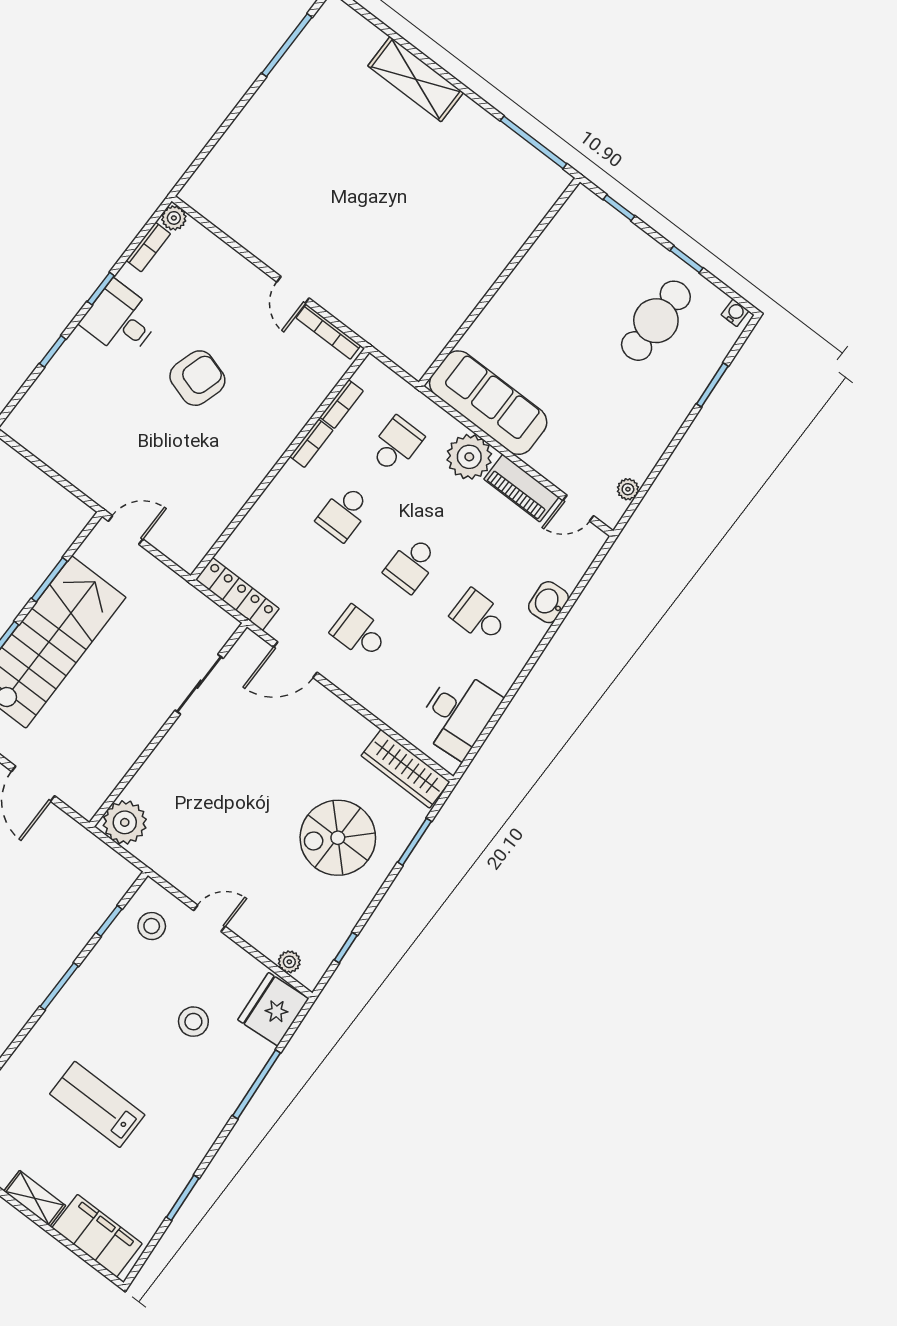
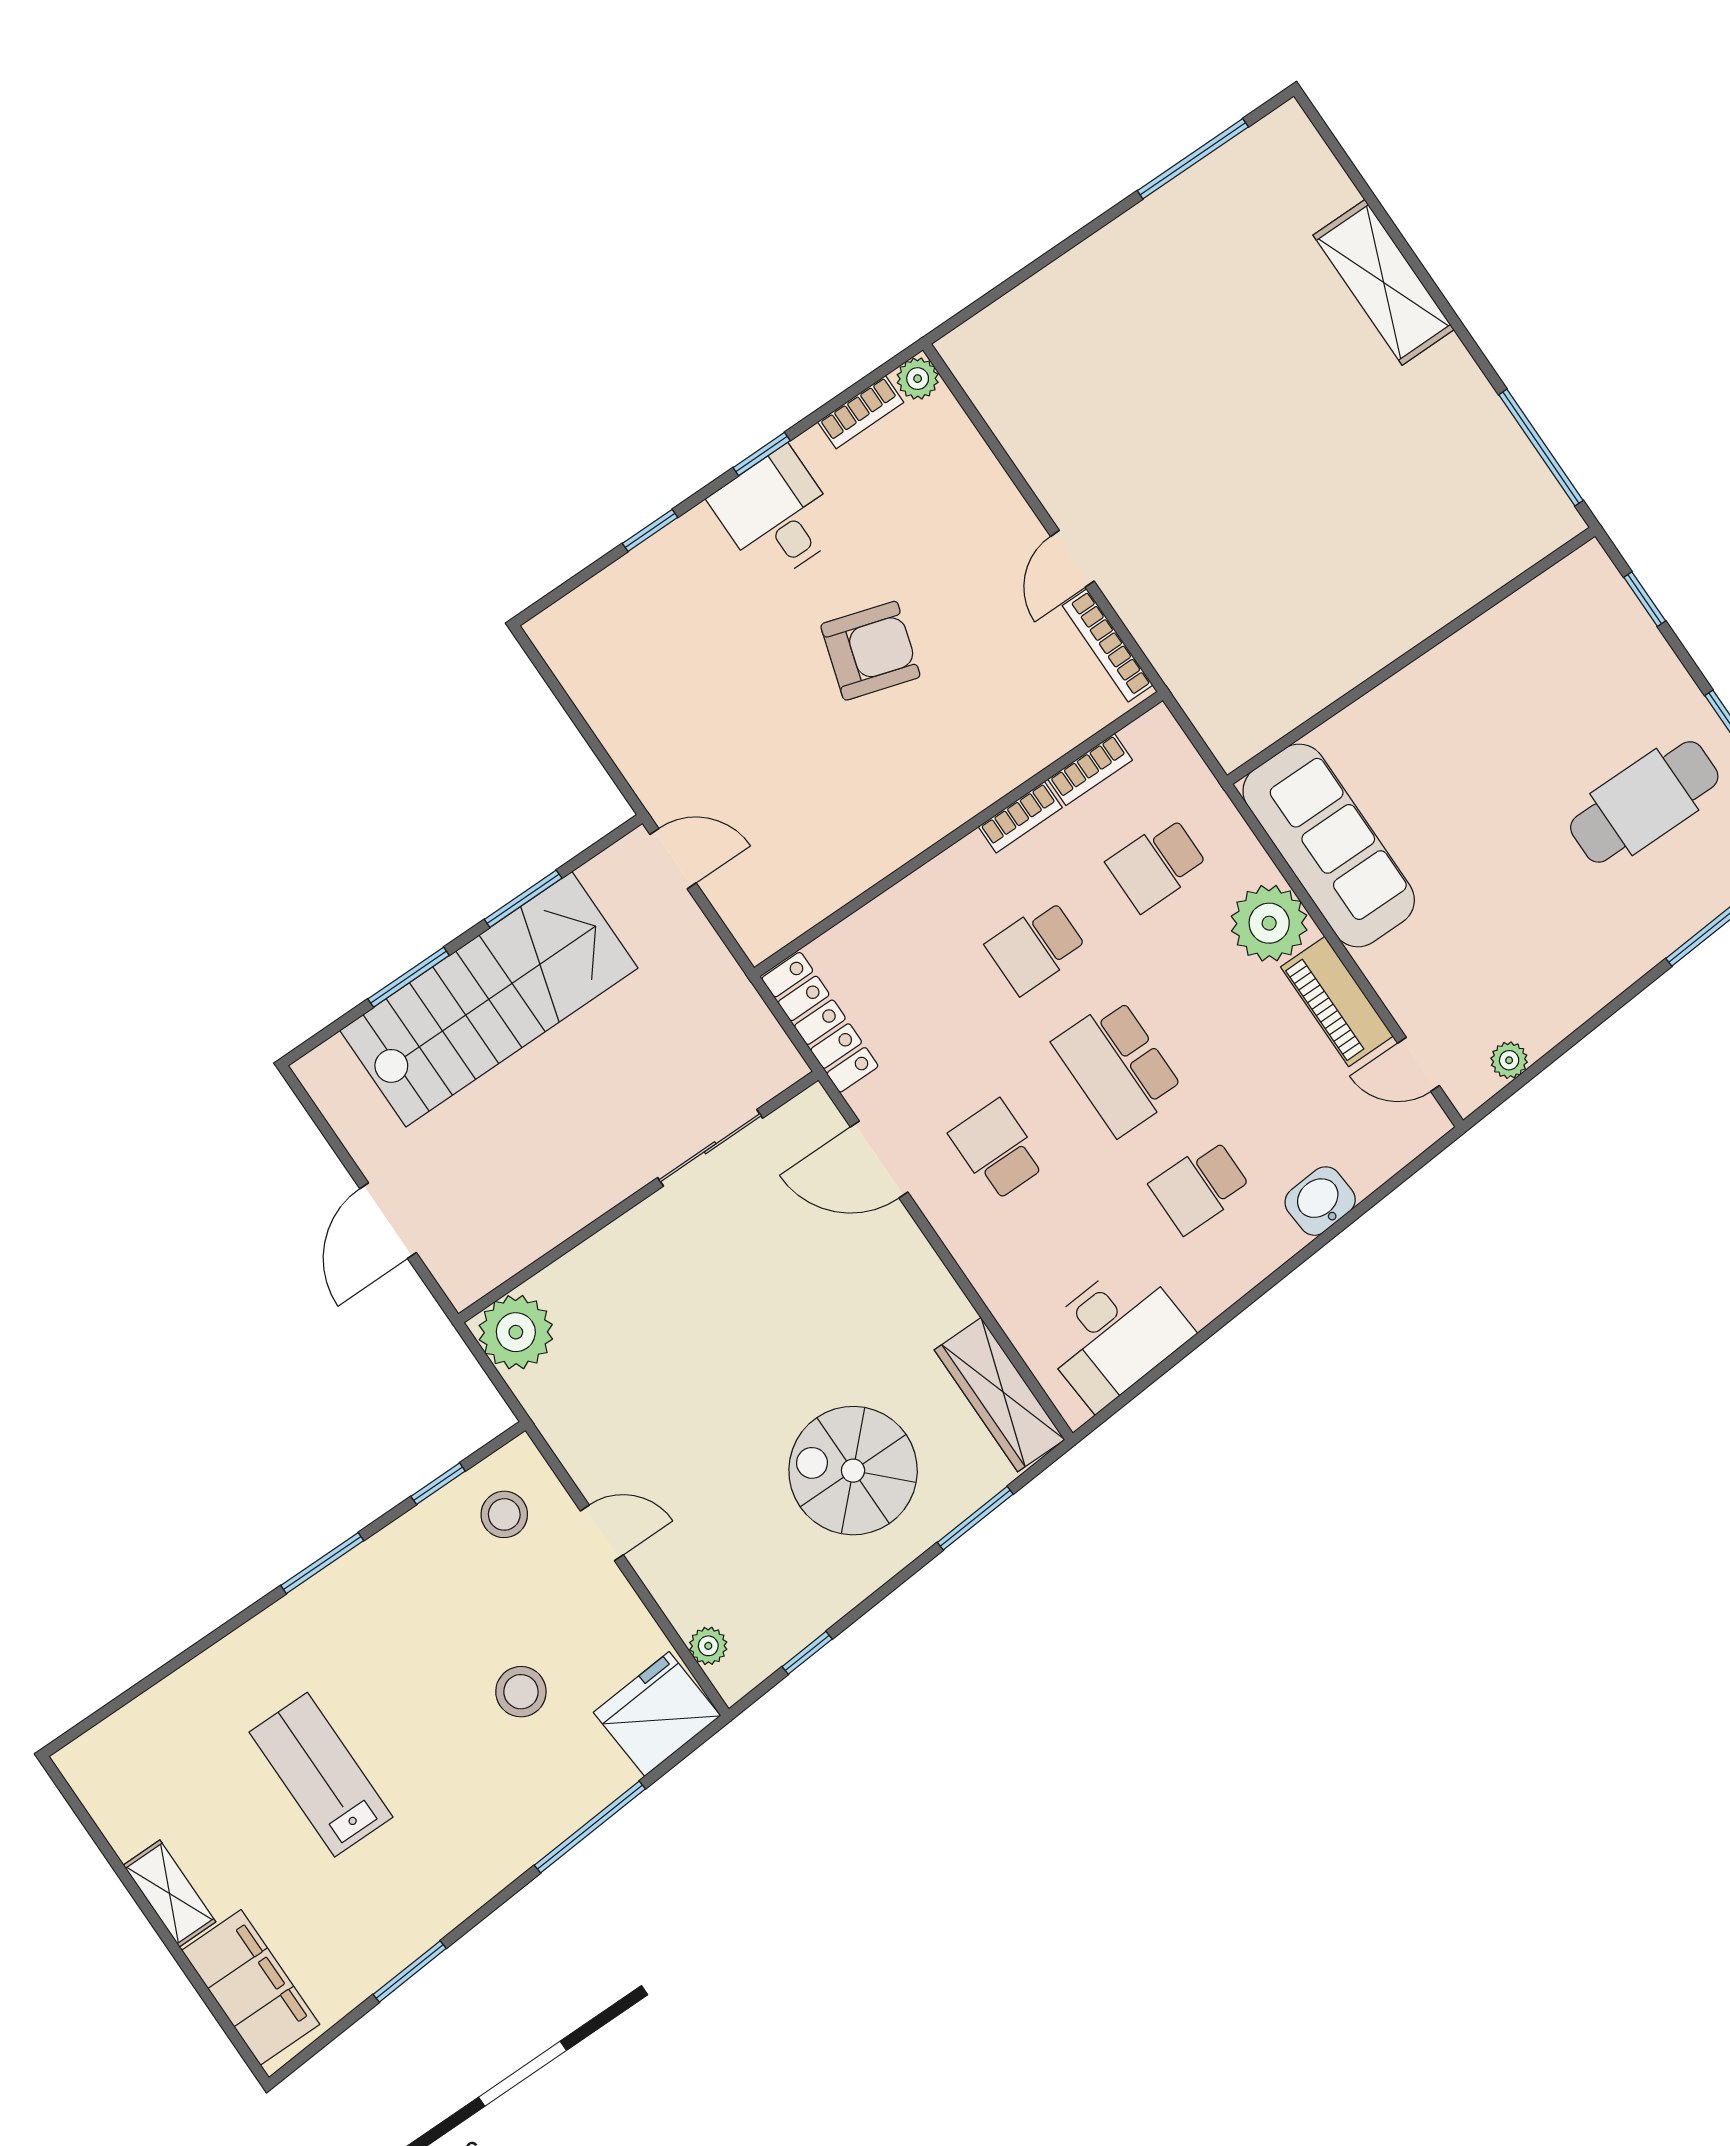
school desk: (396, 445) -> (1157, 865), turned 180
school desk: (411, 565) -> (1118, 1067), width x1.85
school desk: (479, 616) -> (1200, 1187), turned -90

